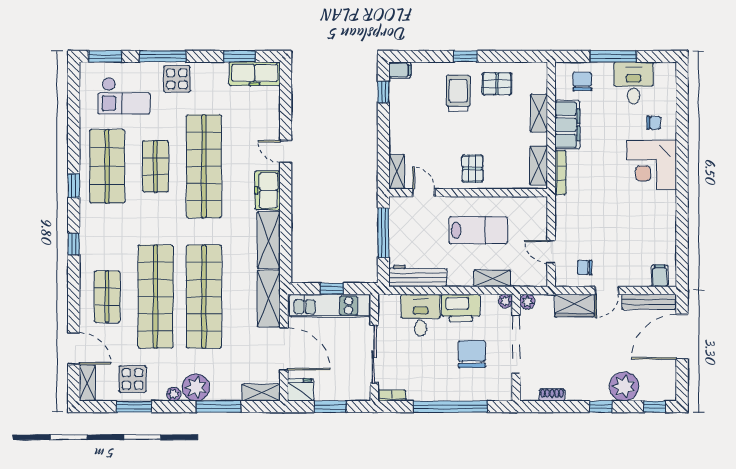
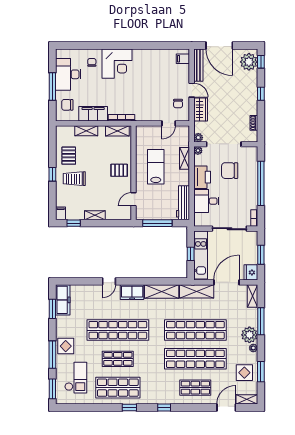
desk: (633, 83) -> (68, 74), width x1.37
shelving: (397, 172) -> (95, 215), moved
plant: (624, 386) -> (249, 62), moved

